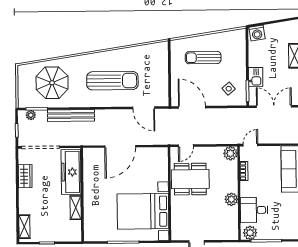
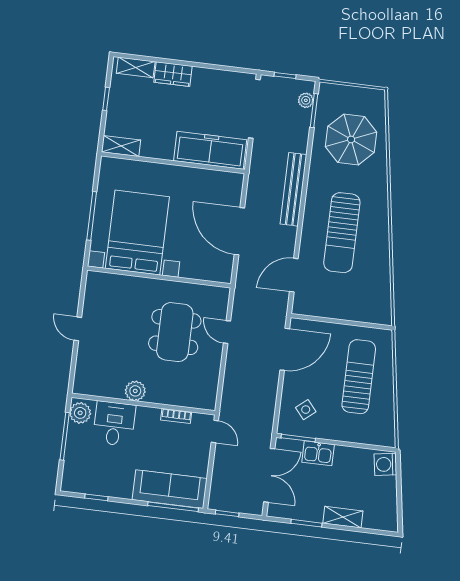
sun lounger: (203, 58) -> (359, 377), width x1.36, depth x1.34
bench: (71, 116) -> (293, 189), moved
plant: (230, 153) -> (206, 399), removed
wardrobe: (25, 176) -> (173, 74), moved
wall: (170, 194) -> (159, 277), moved
shelving: (76, 208) -> (121, 146), moved
bed with nightstands: (143, 211) -> (137, 232), moved

